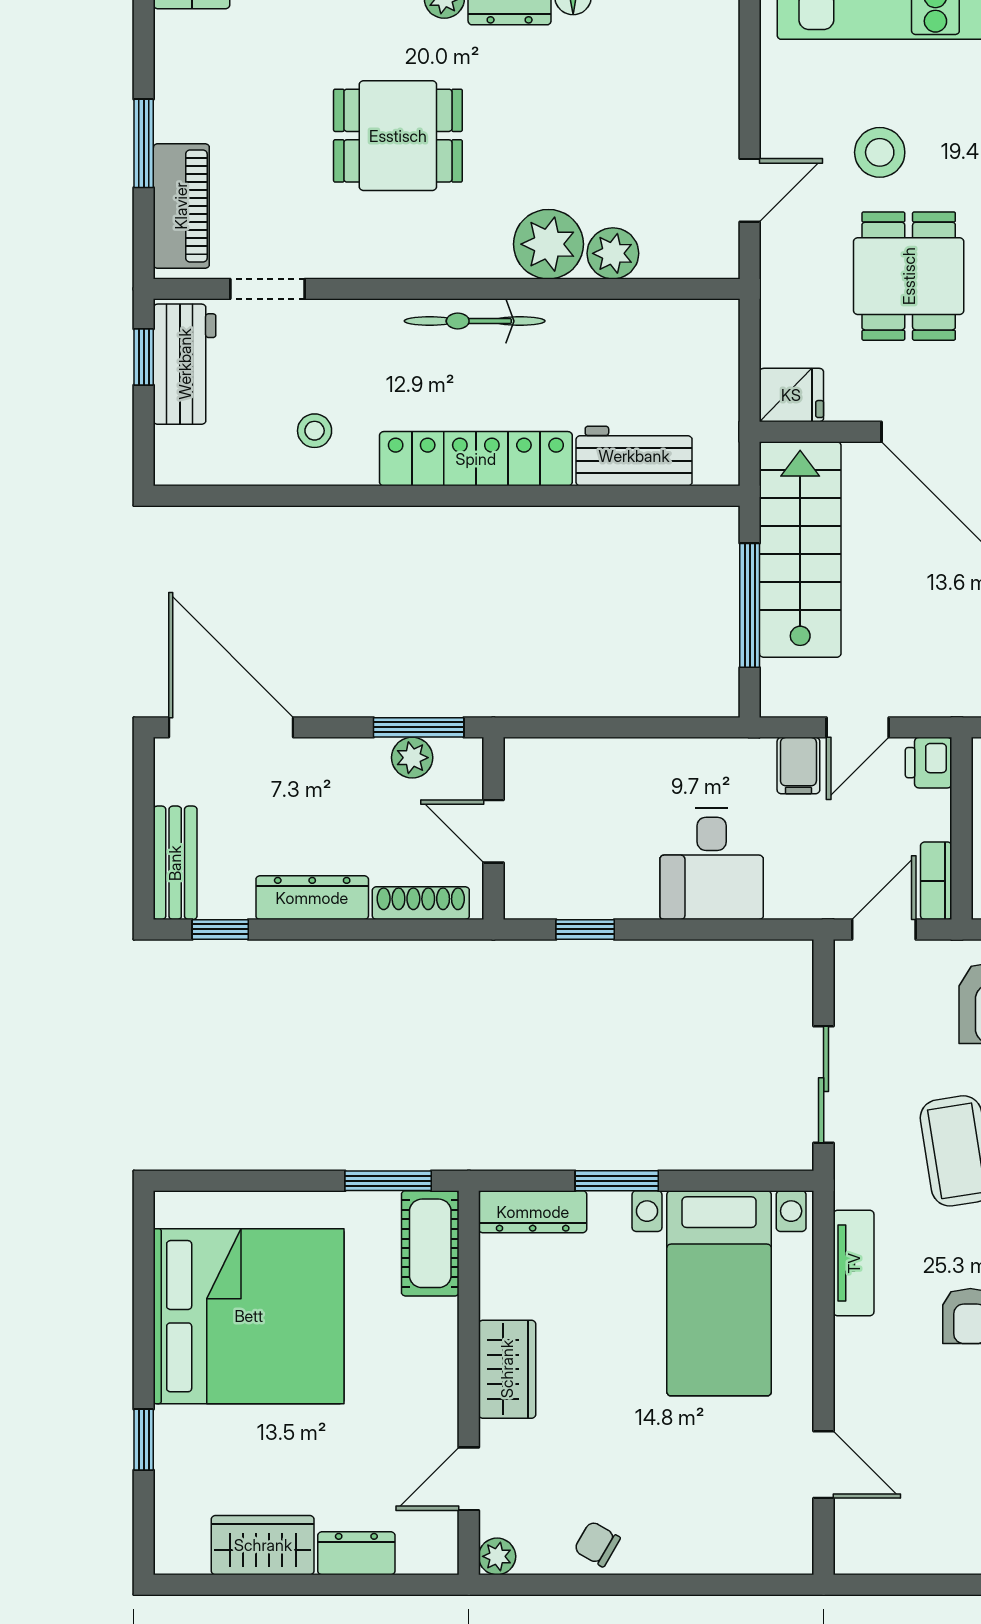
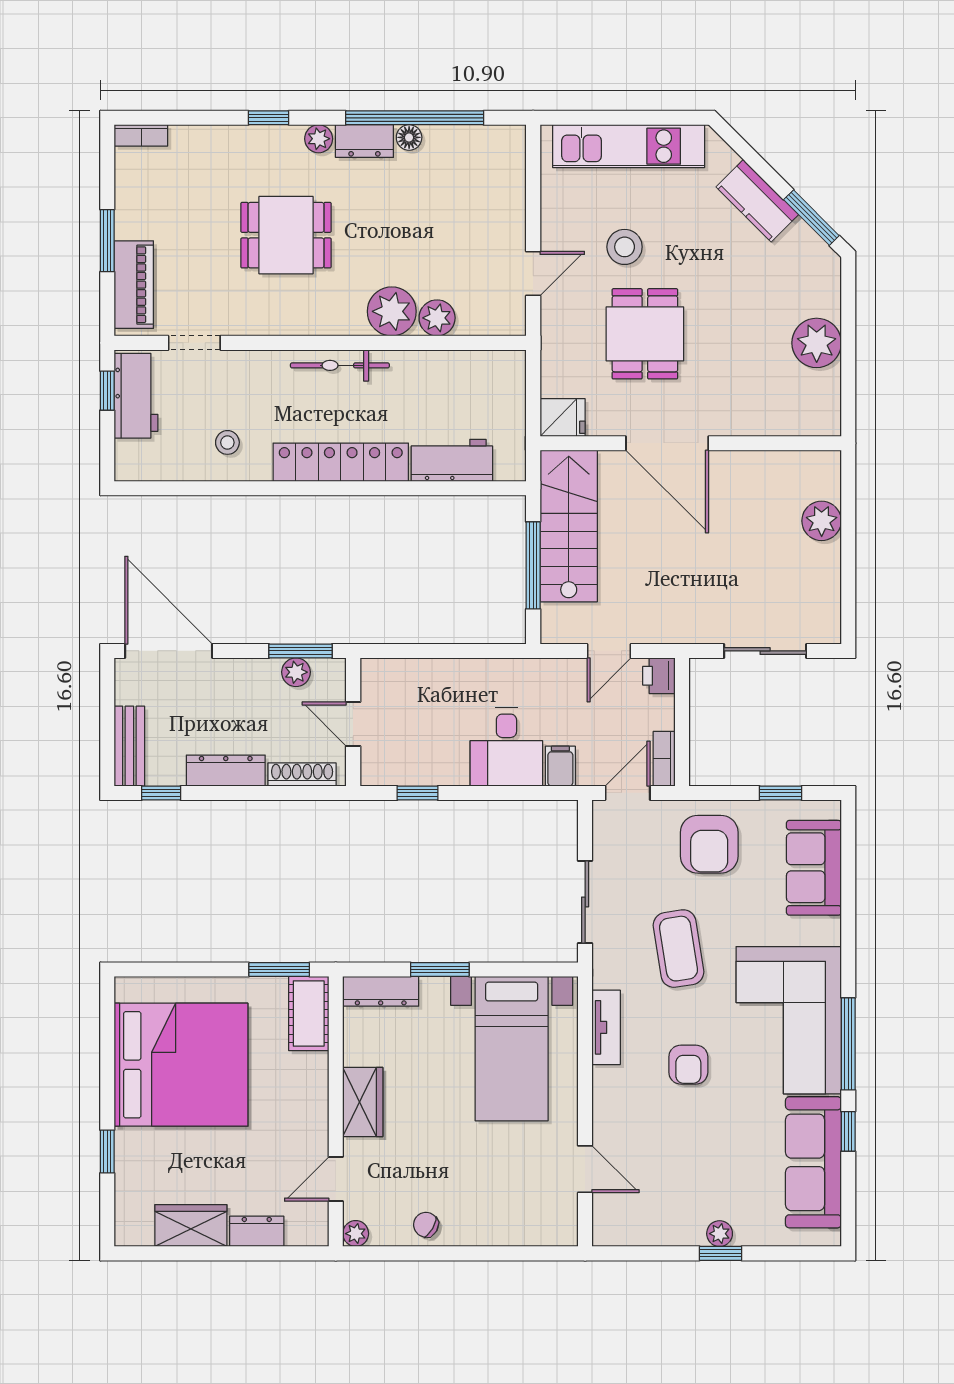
filing cabinet: (798, 766) -> (560, 766), moved, turned 180

